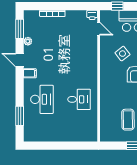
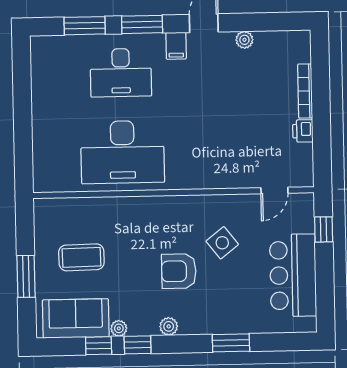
printer: (92, 15) -> (303, 131), moved
window: (20, 29) -> (142, 24), moved
desk: (79, 99) -> (122, 152), width x1.87, depth x1.30

